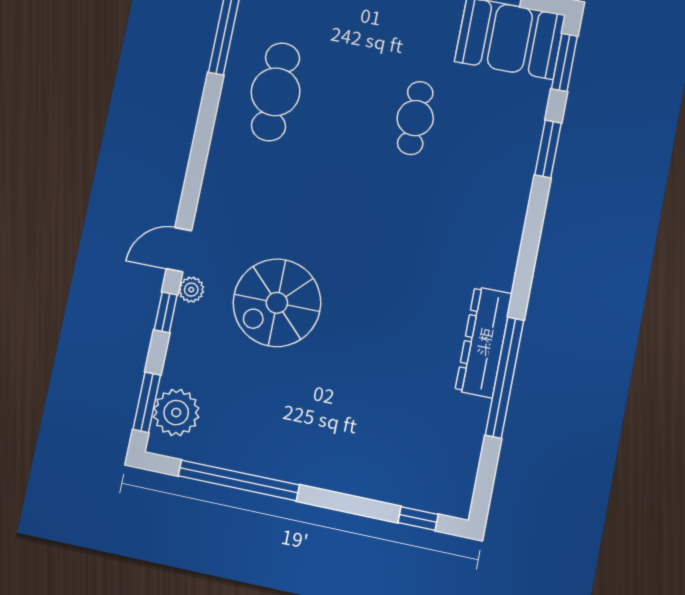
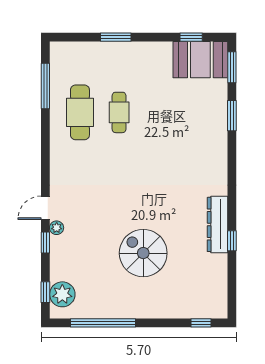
cafe table: (415, 118) -> (119, 112), moved
spiral stairs: (277, 303) -> (143, 253), moved, turned 90
window: (504, 378) -> (232, 241), width x0.32
window: (147, 402) -> (45, 292), width x0.67

